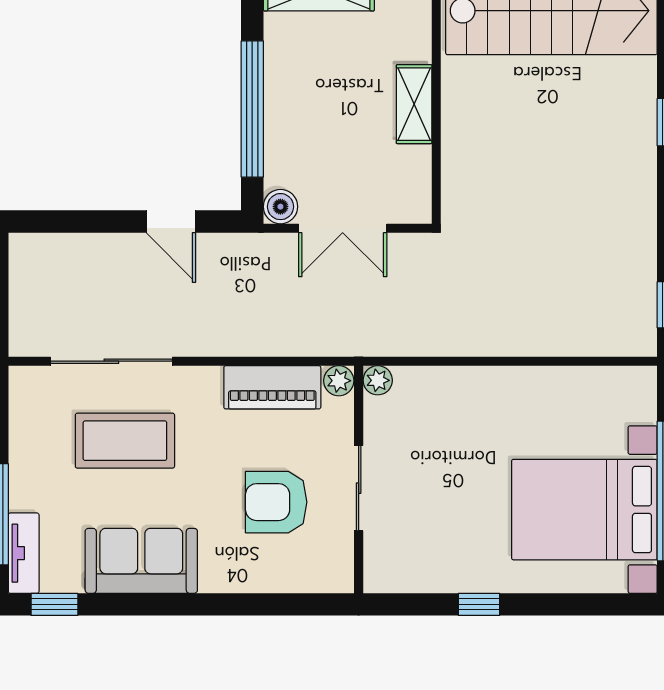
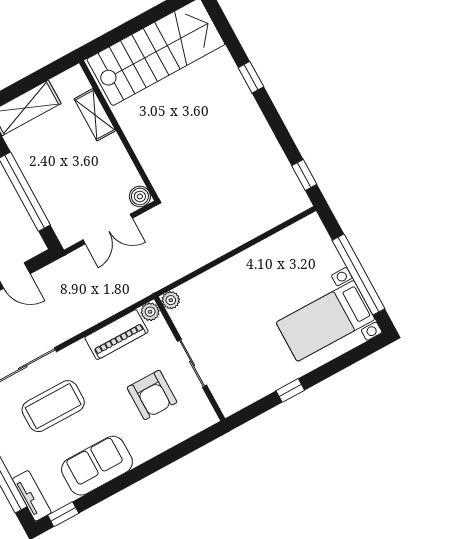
shelving: (414, 104) -> (95, 115), moved
boiler: (280, 207) -> (140, 196), moved
armchair: (276, 502) -> (152, 395), turned -90
bed with nightstands: (584, 510) -> (326, 321), width x0.73

